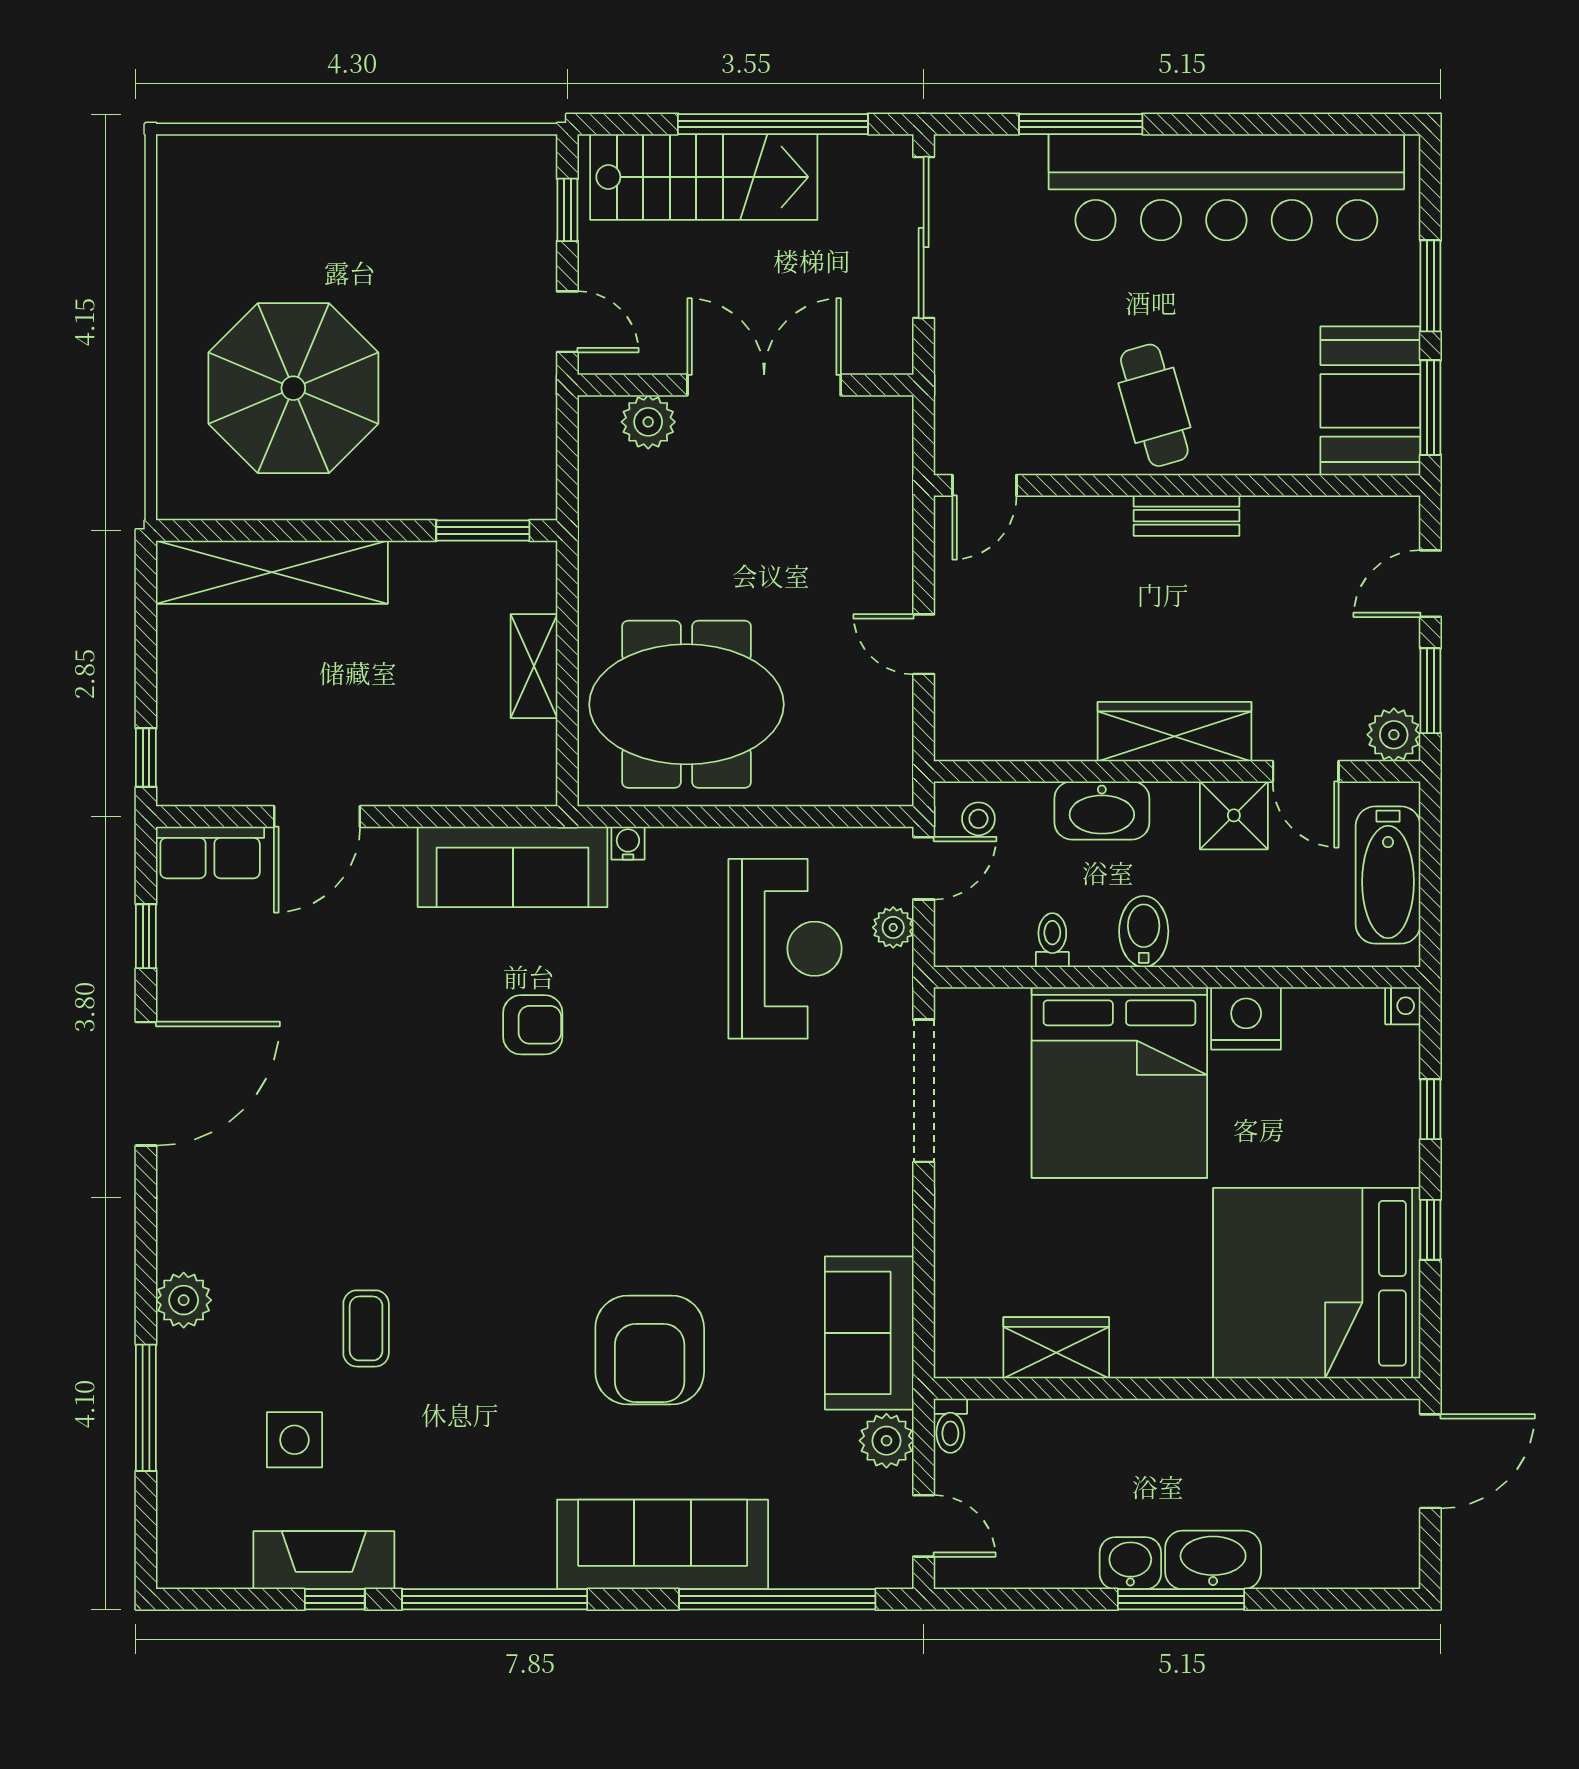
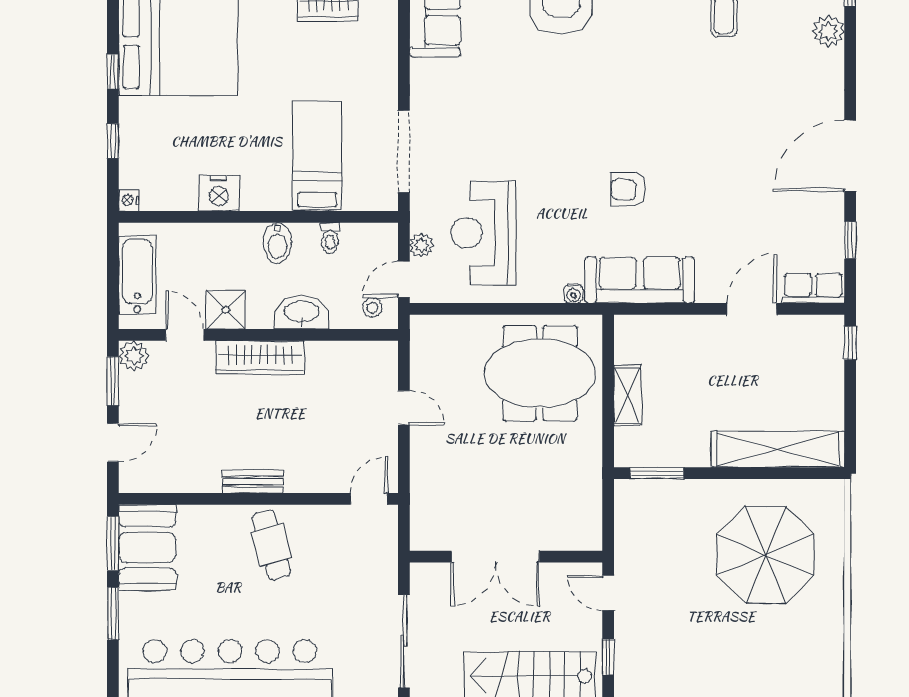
plant: (648, 422) -> (562, 535), removed
bed: (1119, 1083) -> (317, 156), width x0.49

